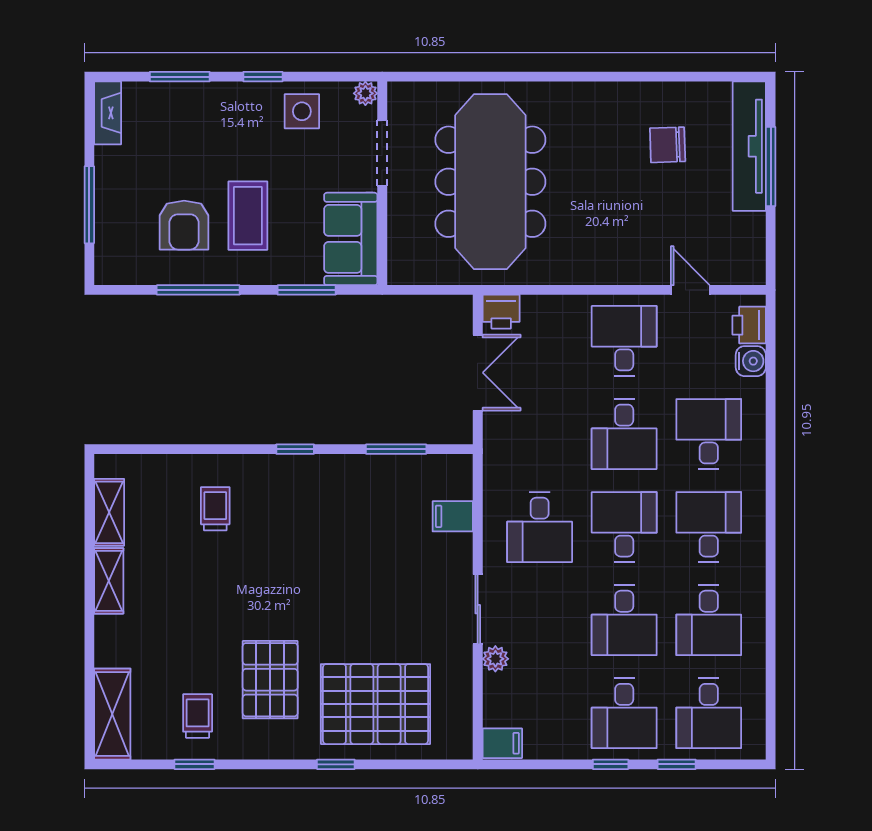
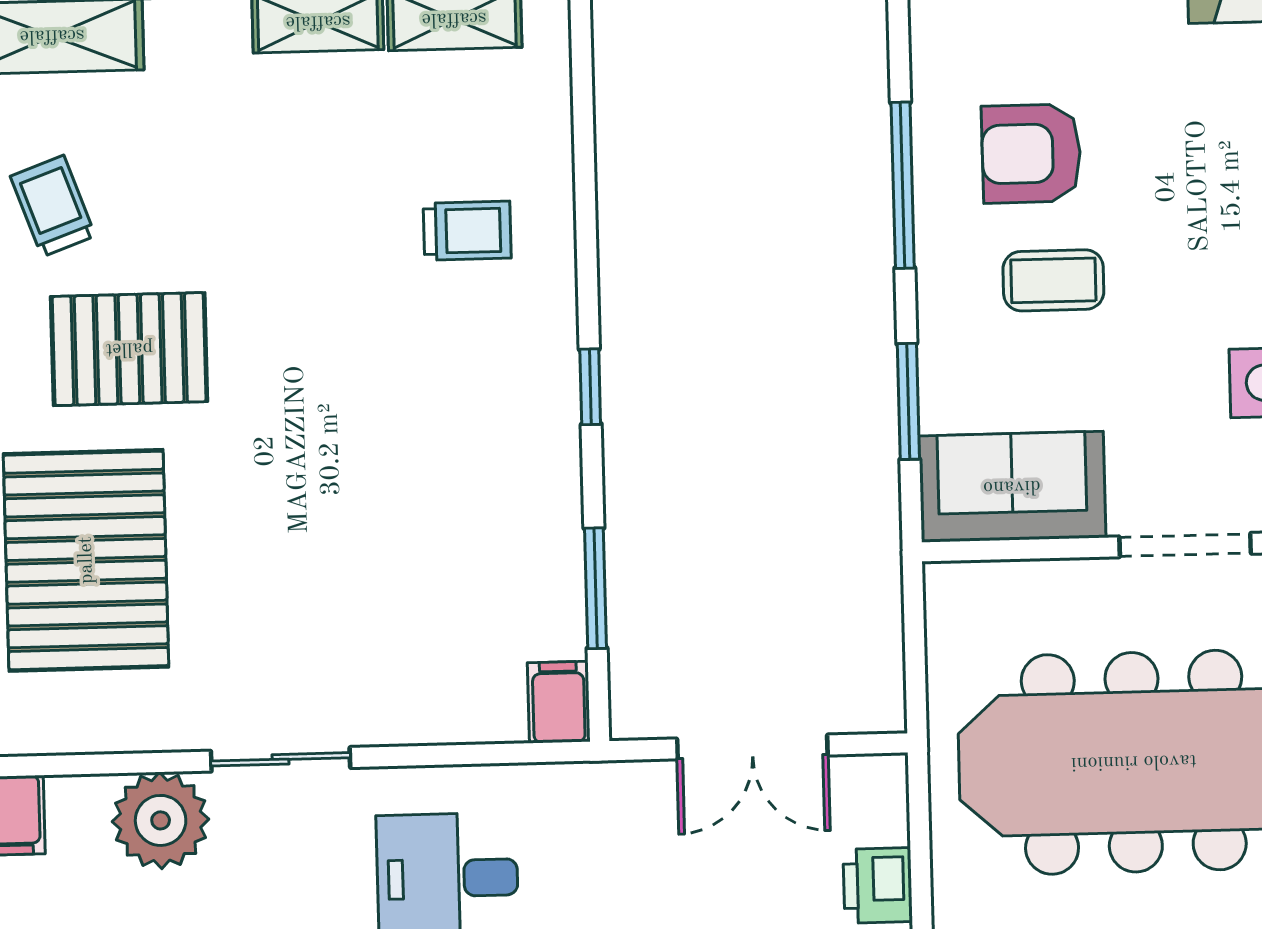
coffee table: (248, 216) -> (1053, 280), width x0.73, depth x0.77
printer: (501, 312) -> (878, 885), moved
filing cabinet: (453, 516) -> (559, 702), moved
plant: (495, 659) -> (161, 820), width x1.88, depth x1.88
trolley: (198, 716) -> (53, 206), turned -110

